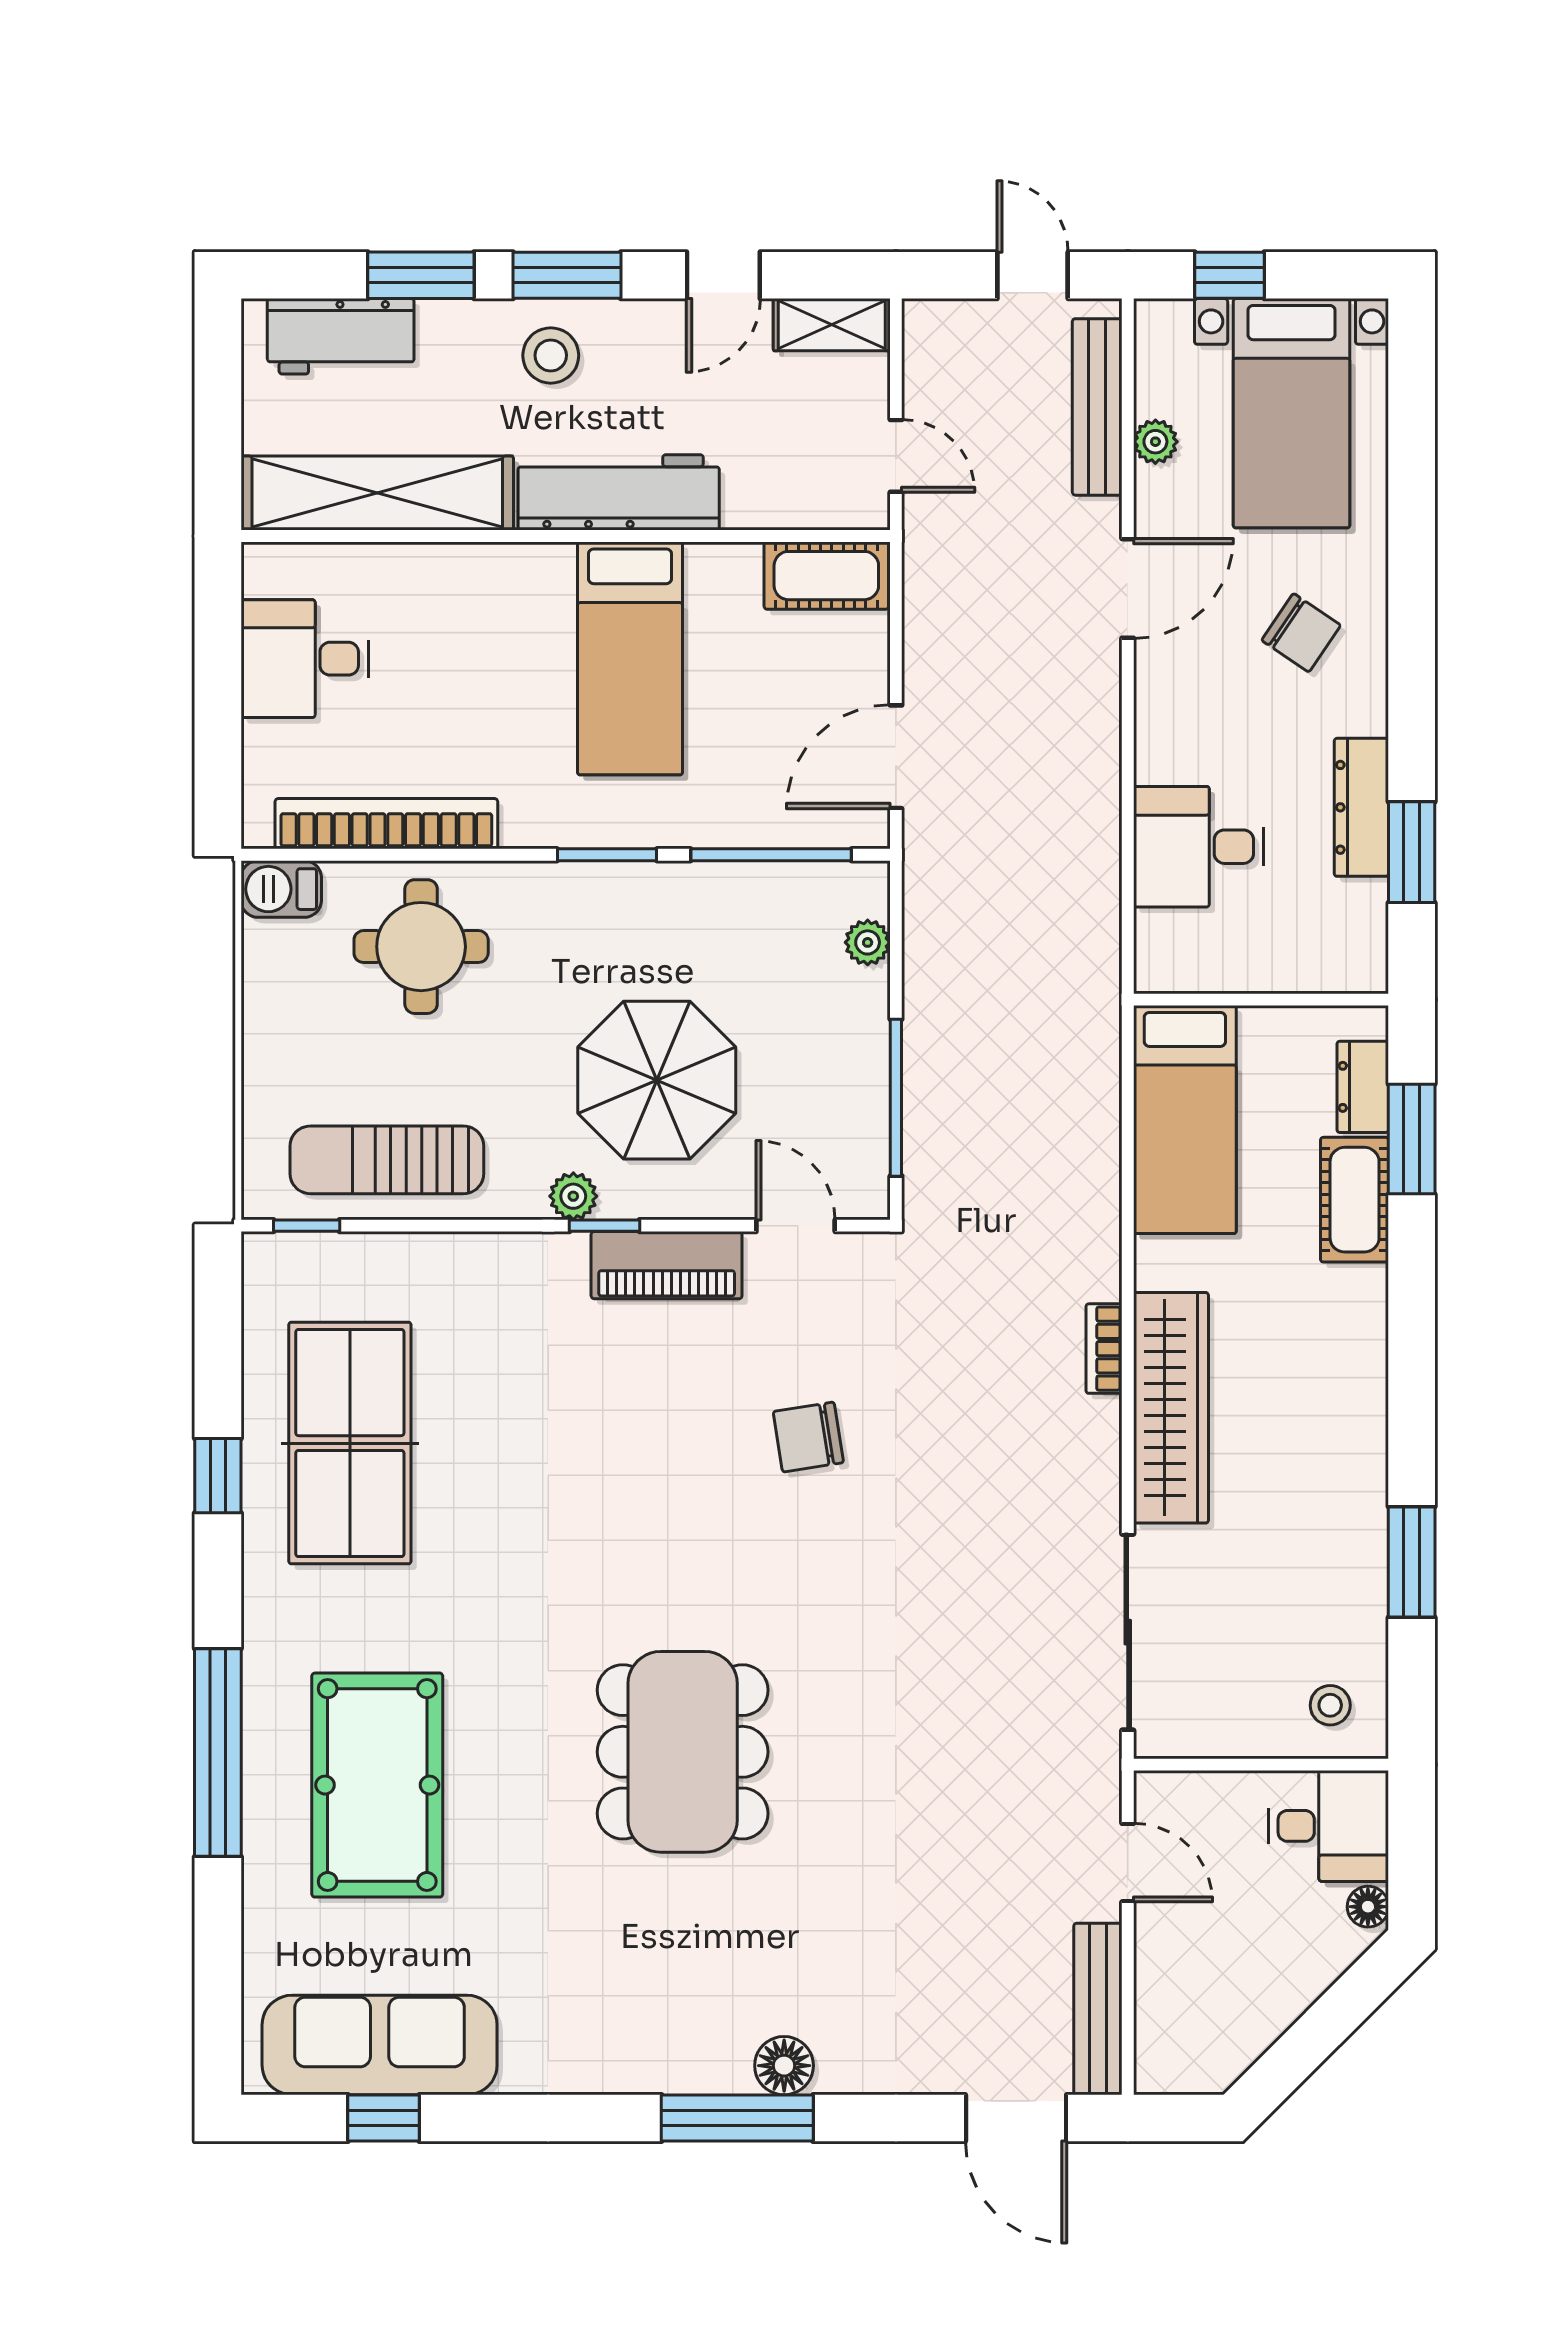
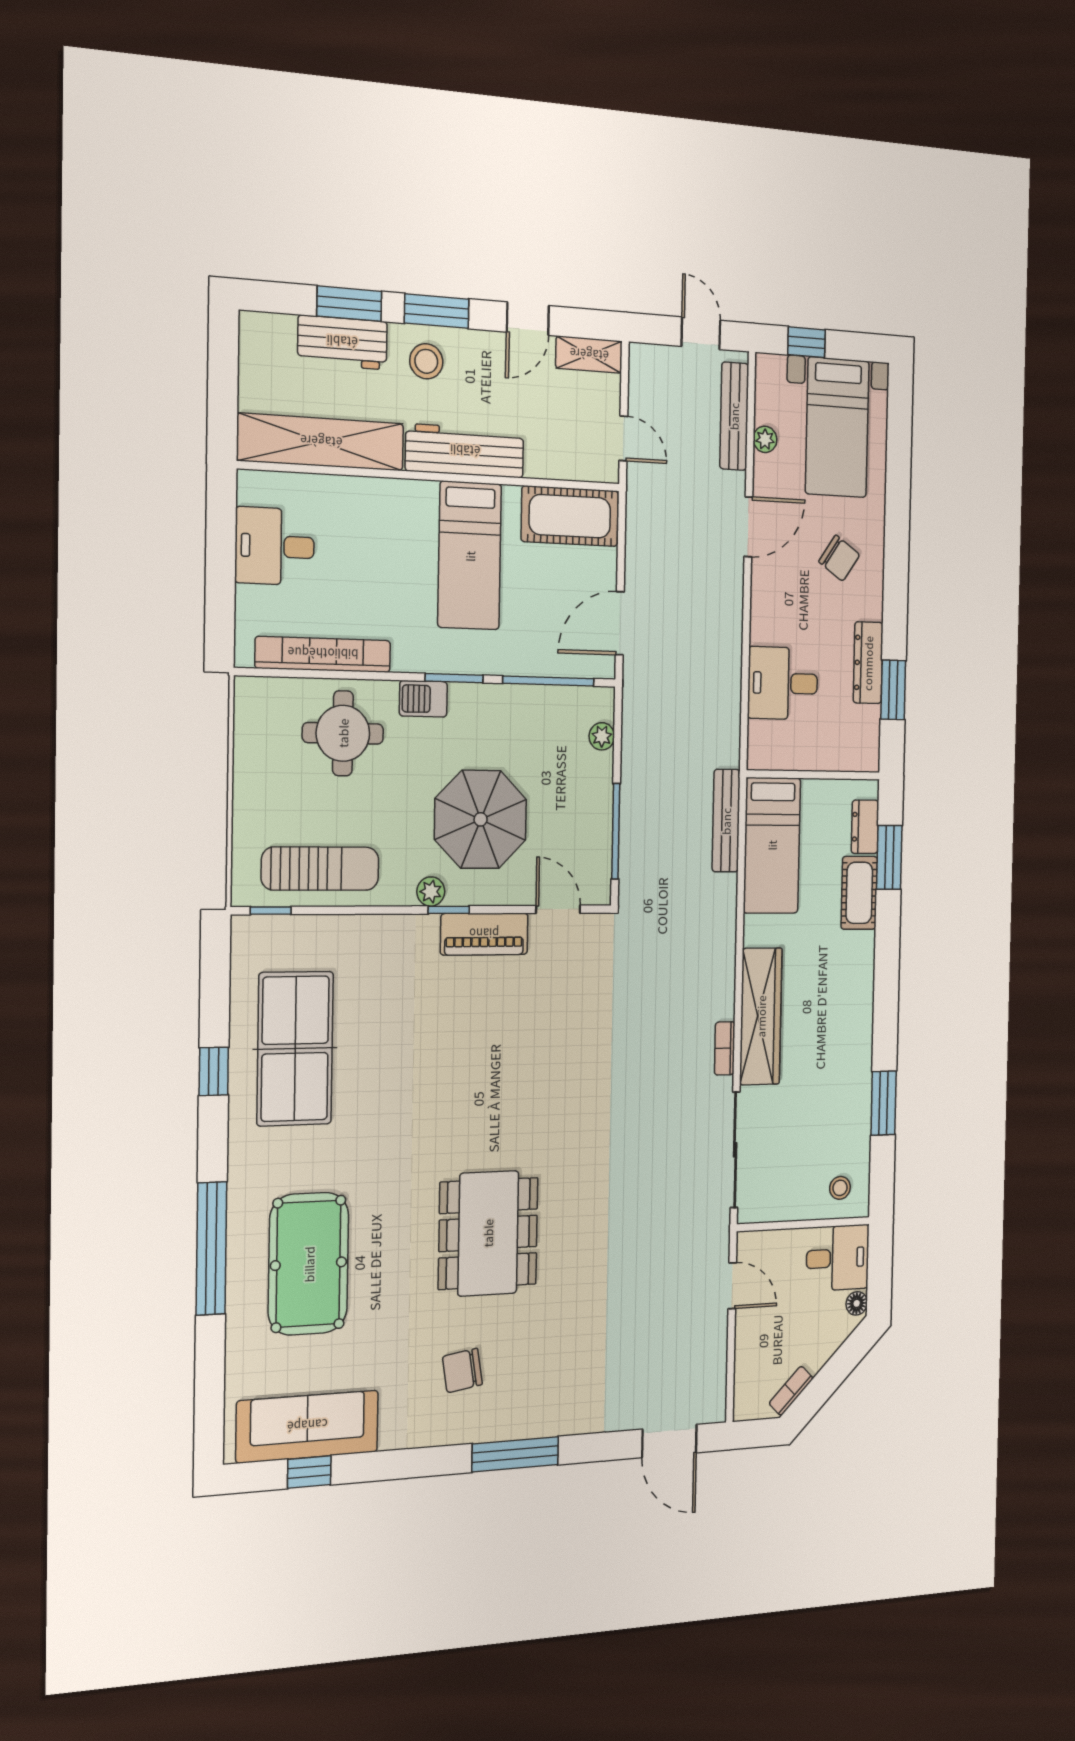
workbench: (341, 336) -> (342, 342), moved
cot: (826, 576) -> (570, 516), width x1.37, depth x1.34
barbecue: (281, 889) -> (423, 699), moved
sun lounger: (387, 1160) -> (320, 869), turned 180
bookcase: (1104, 1349) -> (725, 1048), moved
chair: (808, 1437) -> (462, 1370), moved
bench: (1098, 2009) -> (726, 821), moved
bookcase: (1244, 2050) -> (791, 1391), added
floor lamp: (784, 2066) -> (542, 1420), removed

